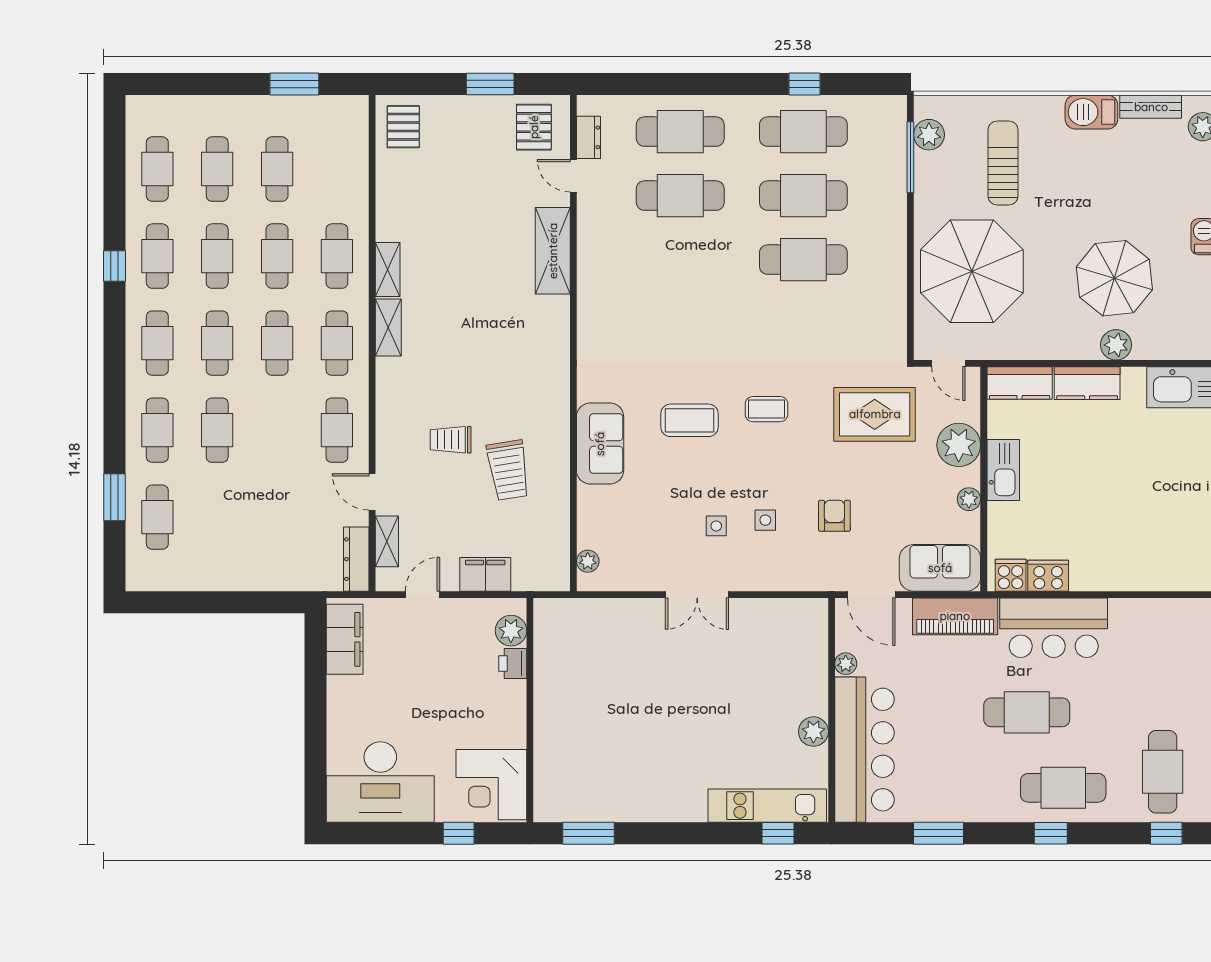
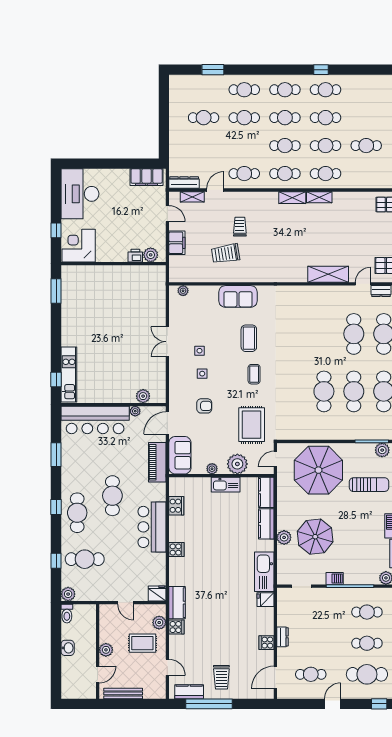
cafe table: (157, 169) -> (366, 90), removed
cafe table: (217, 169) -> (366, 118), removed
cafe table: (157, 517) -> (204, 118), moved
cooker: (1011, 575) -> (176, 550), moved
bar counter: (1054, 628) -> (152, 527), moved
plant: (813, 732) -> (143, 396), moved

